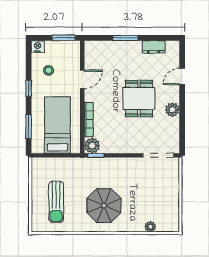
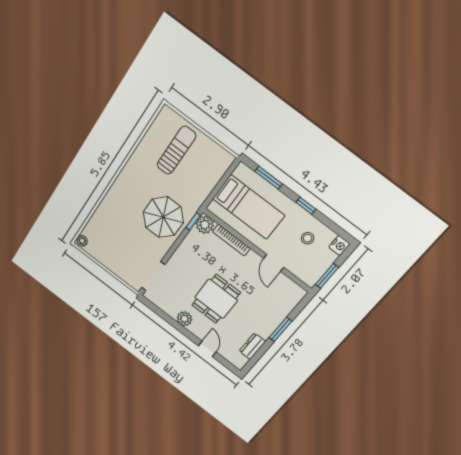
dining table: (139, 98) -> (216, 299), turned 90
sun lounger: (56, 202) -> (176, 150), turned 90
parasol: (104, 206) -> (163, 217), moved
plant: (150, 227) -> (82, 241), moved

